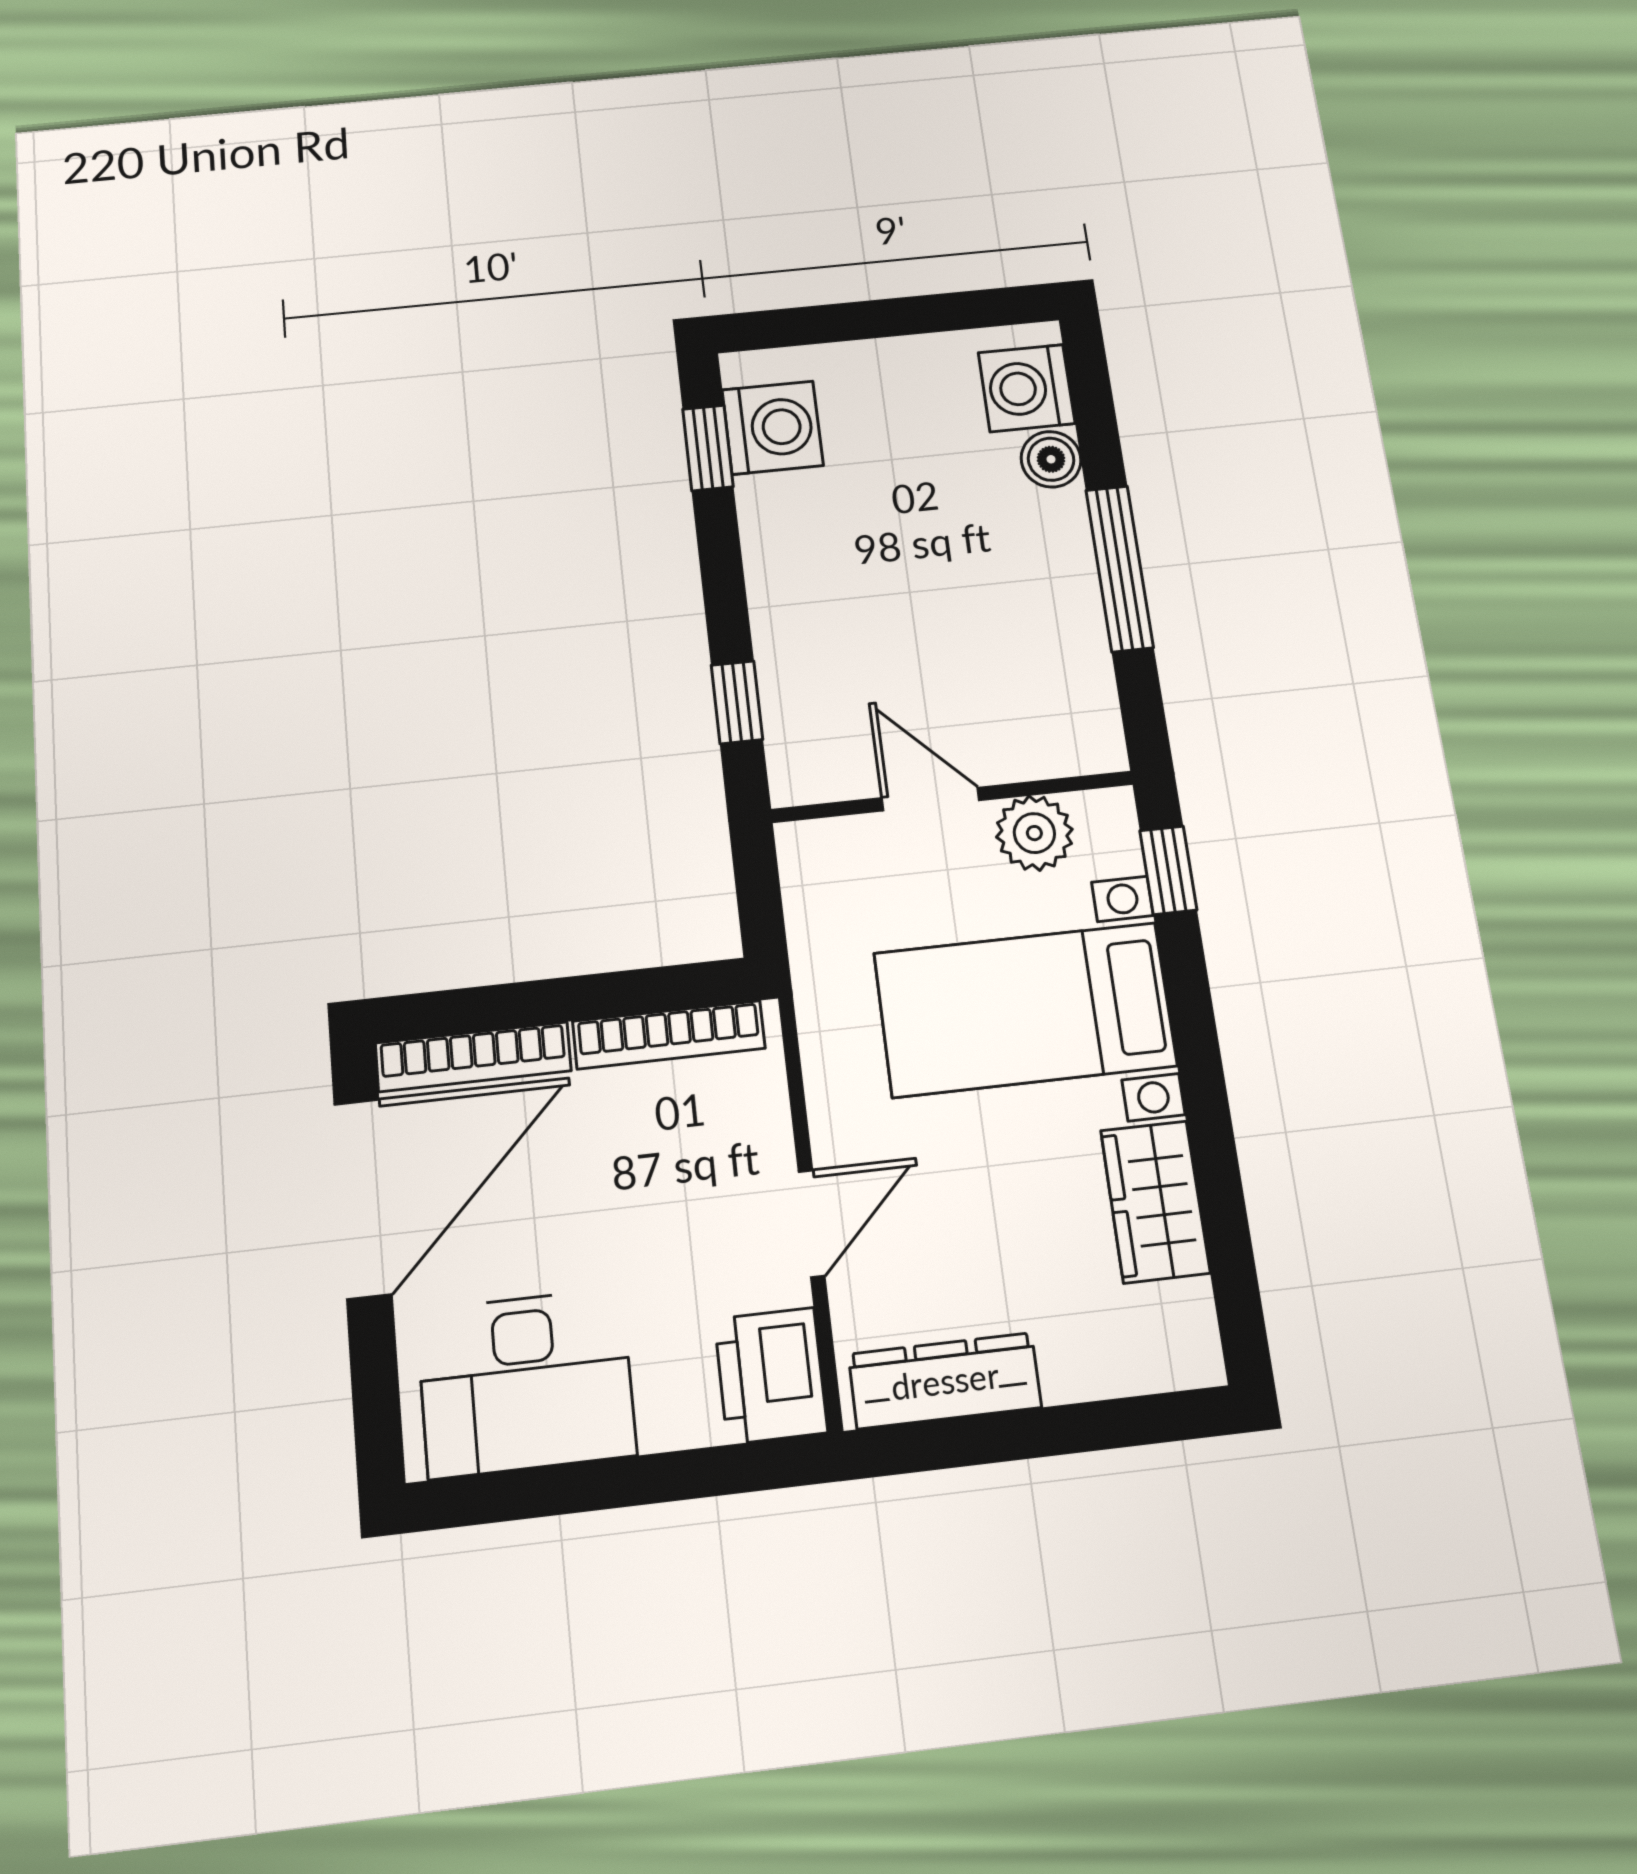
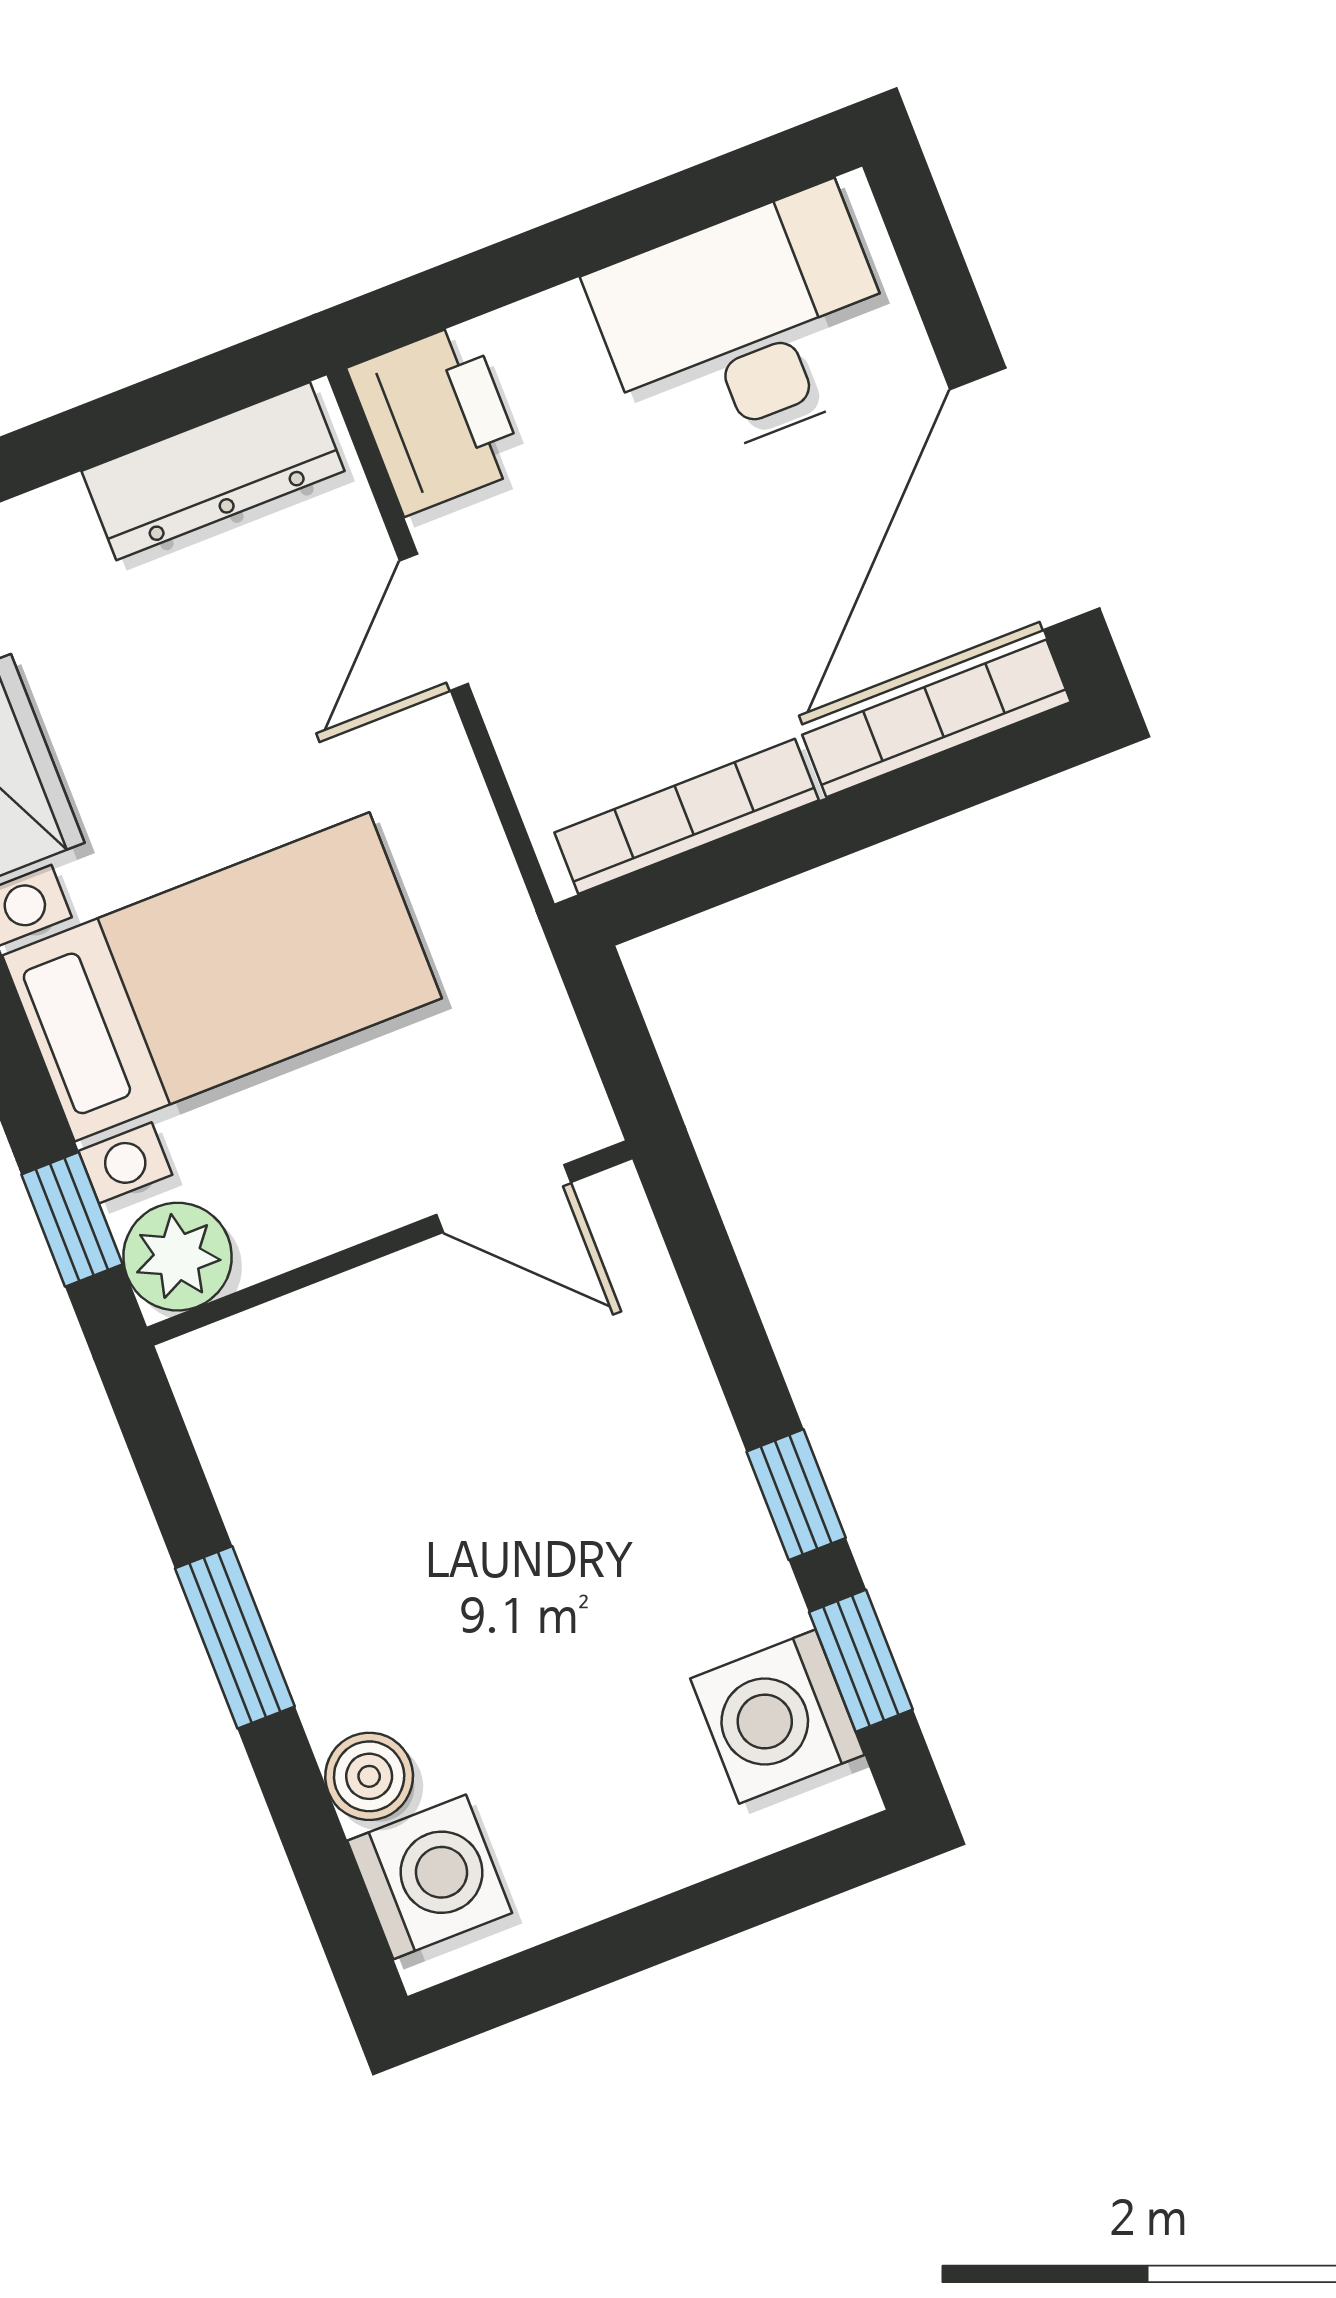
window: (1119, 568) -> (235, 1637), width x0.69
window: (737, 702) -> (796, 1495), moved
door: (931, 799) -> (504, 1199), moved
plant: (1034, 833) -> (178, 1257), moved

